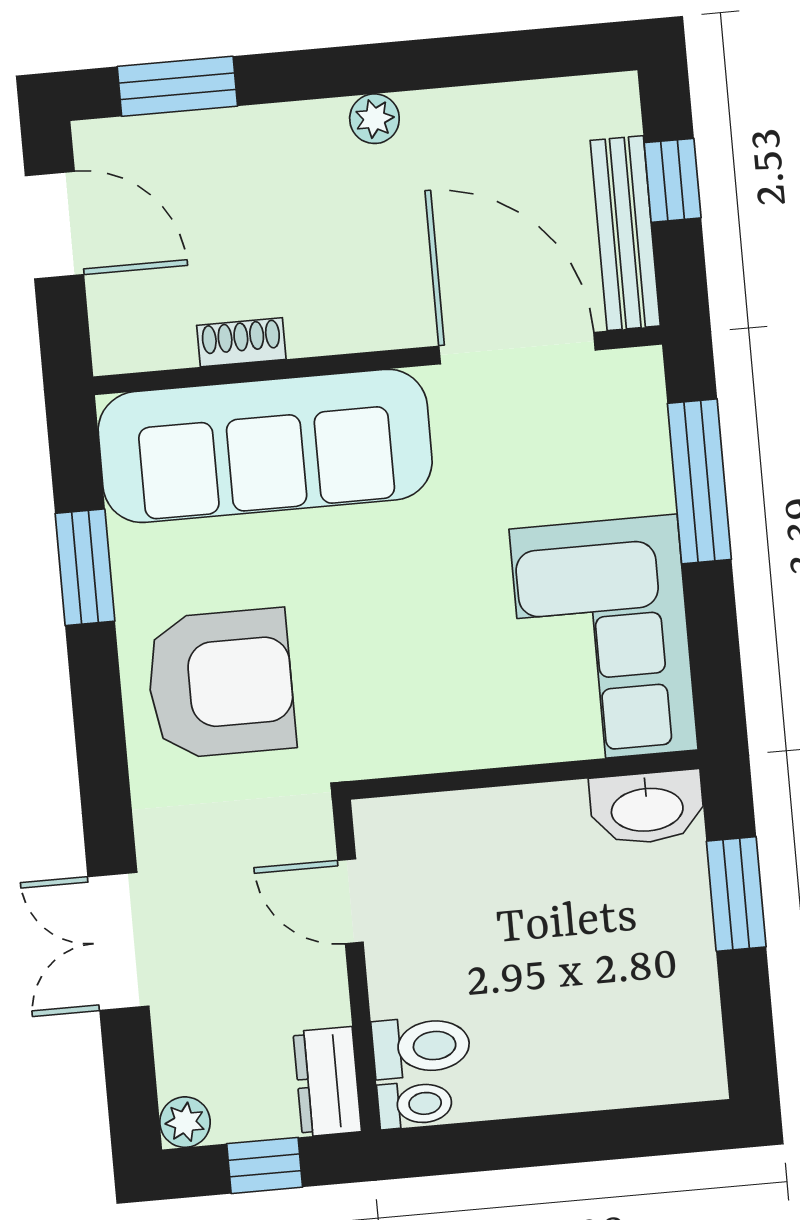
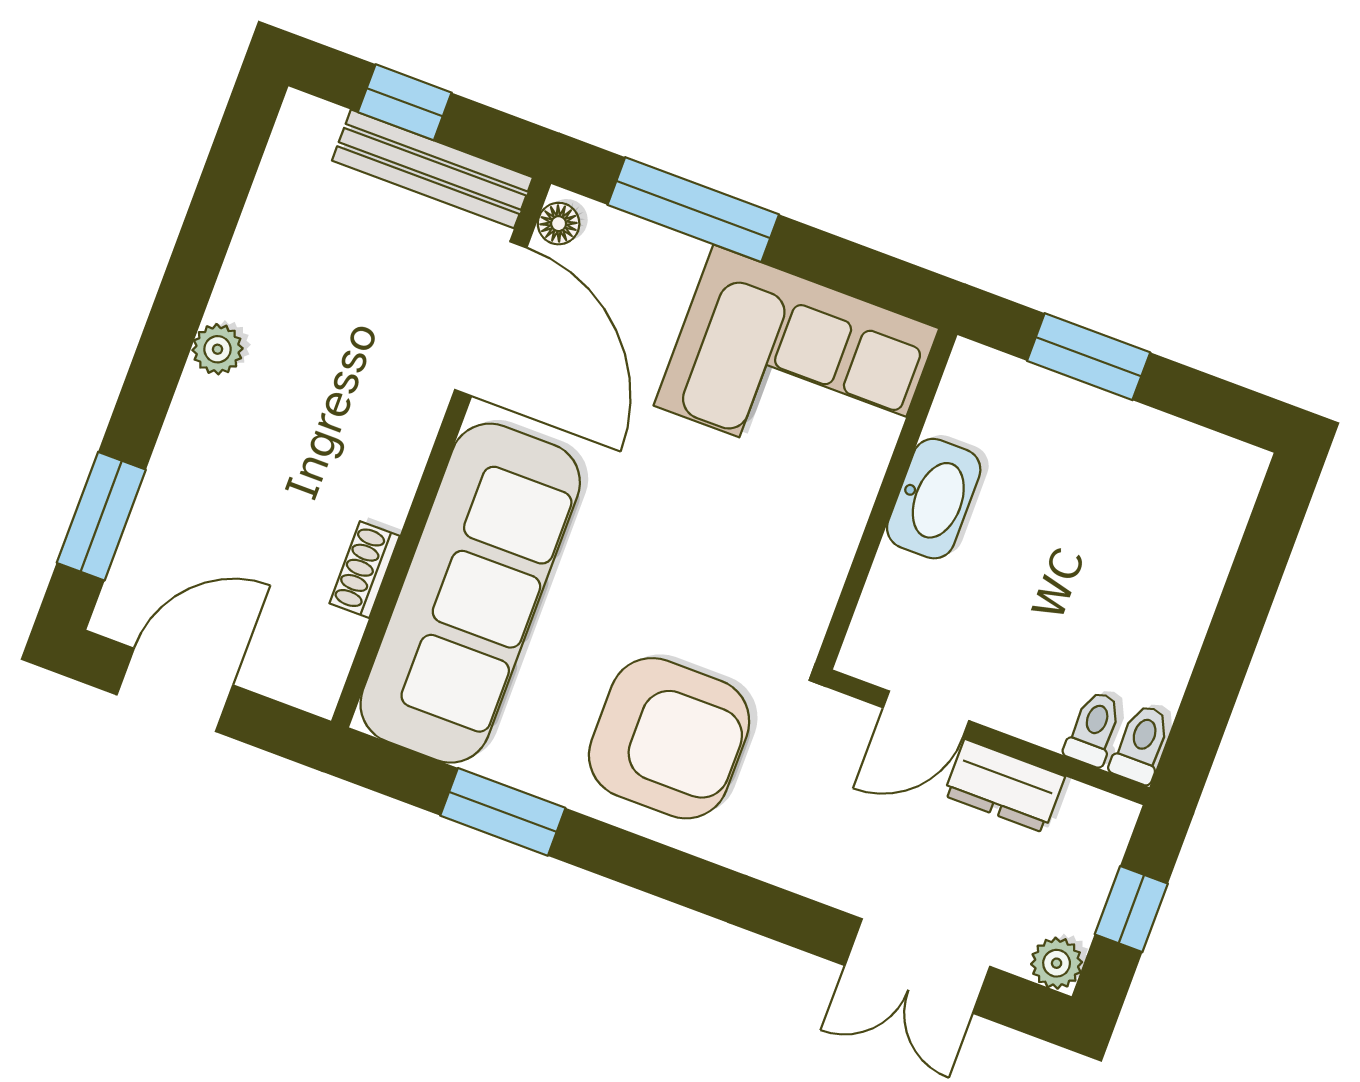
door: (517, 348) -> (491, 319), swing flipped
floor lamp: (630, 368) -> (559, 224), added
armchair: (221, 684) -> (669, 738), turned 90
washbasin: (647, 808) -> (934, 499), moved
double door: (118, 941) -> (917, 966), moved
toilet: (421, 1047) -> (1094, 729), width x0.73, depth x0.72
dresser: (327, 1082) -> (1004, 786), moved

